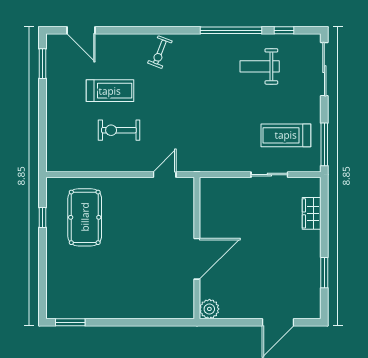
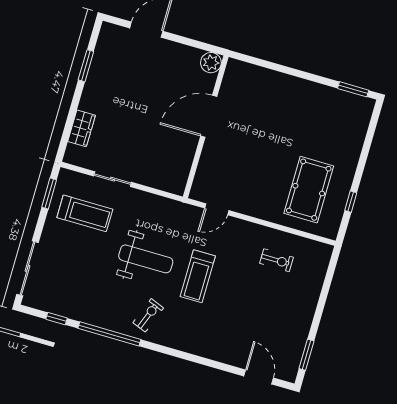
exercise bike: (160, 52) -> (148, 315), moved
weight bench: (260, 66) -> (146, 259), moved, width x1.36, depth x1.33
treadmill: (110, 91) -> (198, 276), moved, turned -90
exercise bike: (119, 130) -> (277, 260), moved, width x0.73, depth x0.72
window: (324, 144) -> (49, 193), width x0.69

